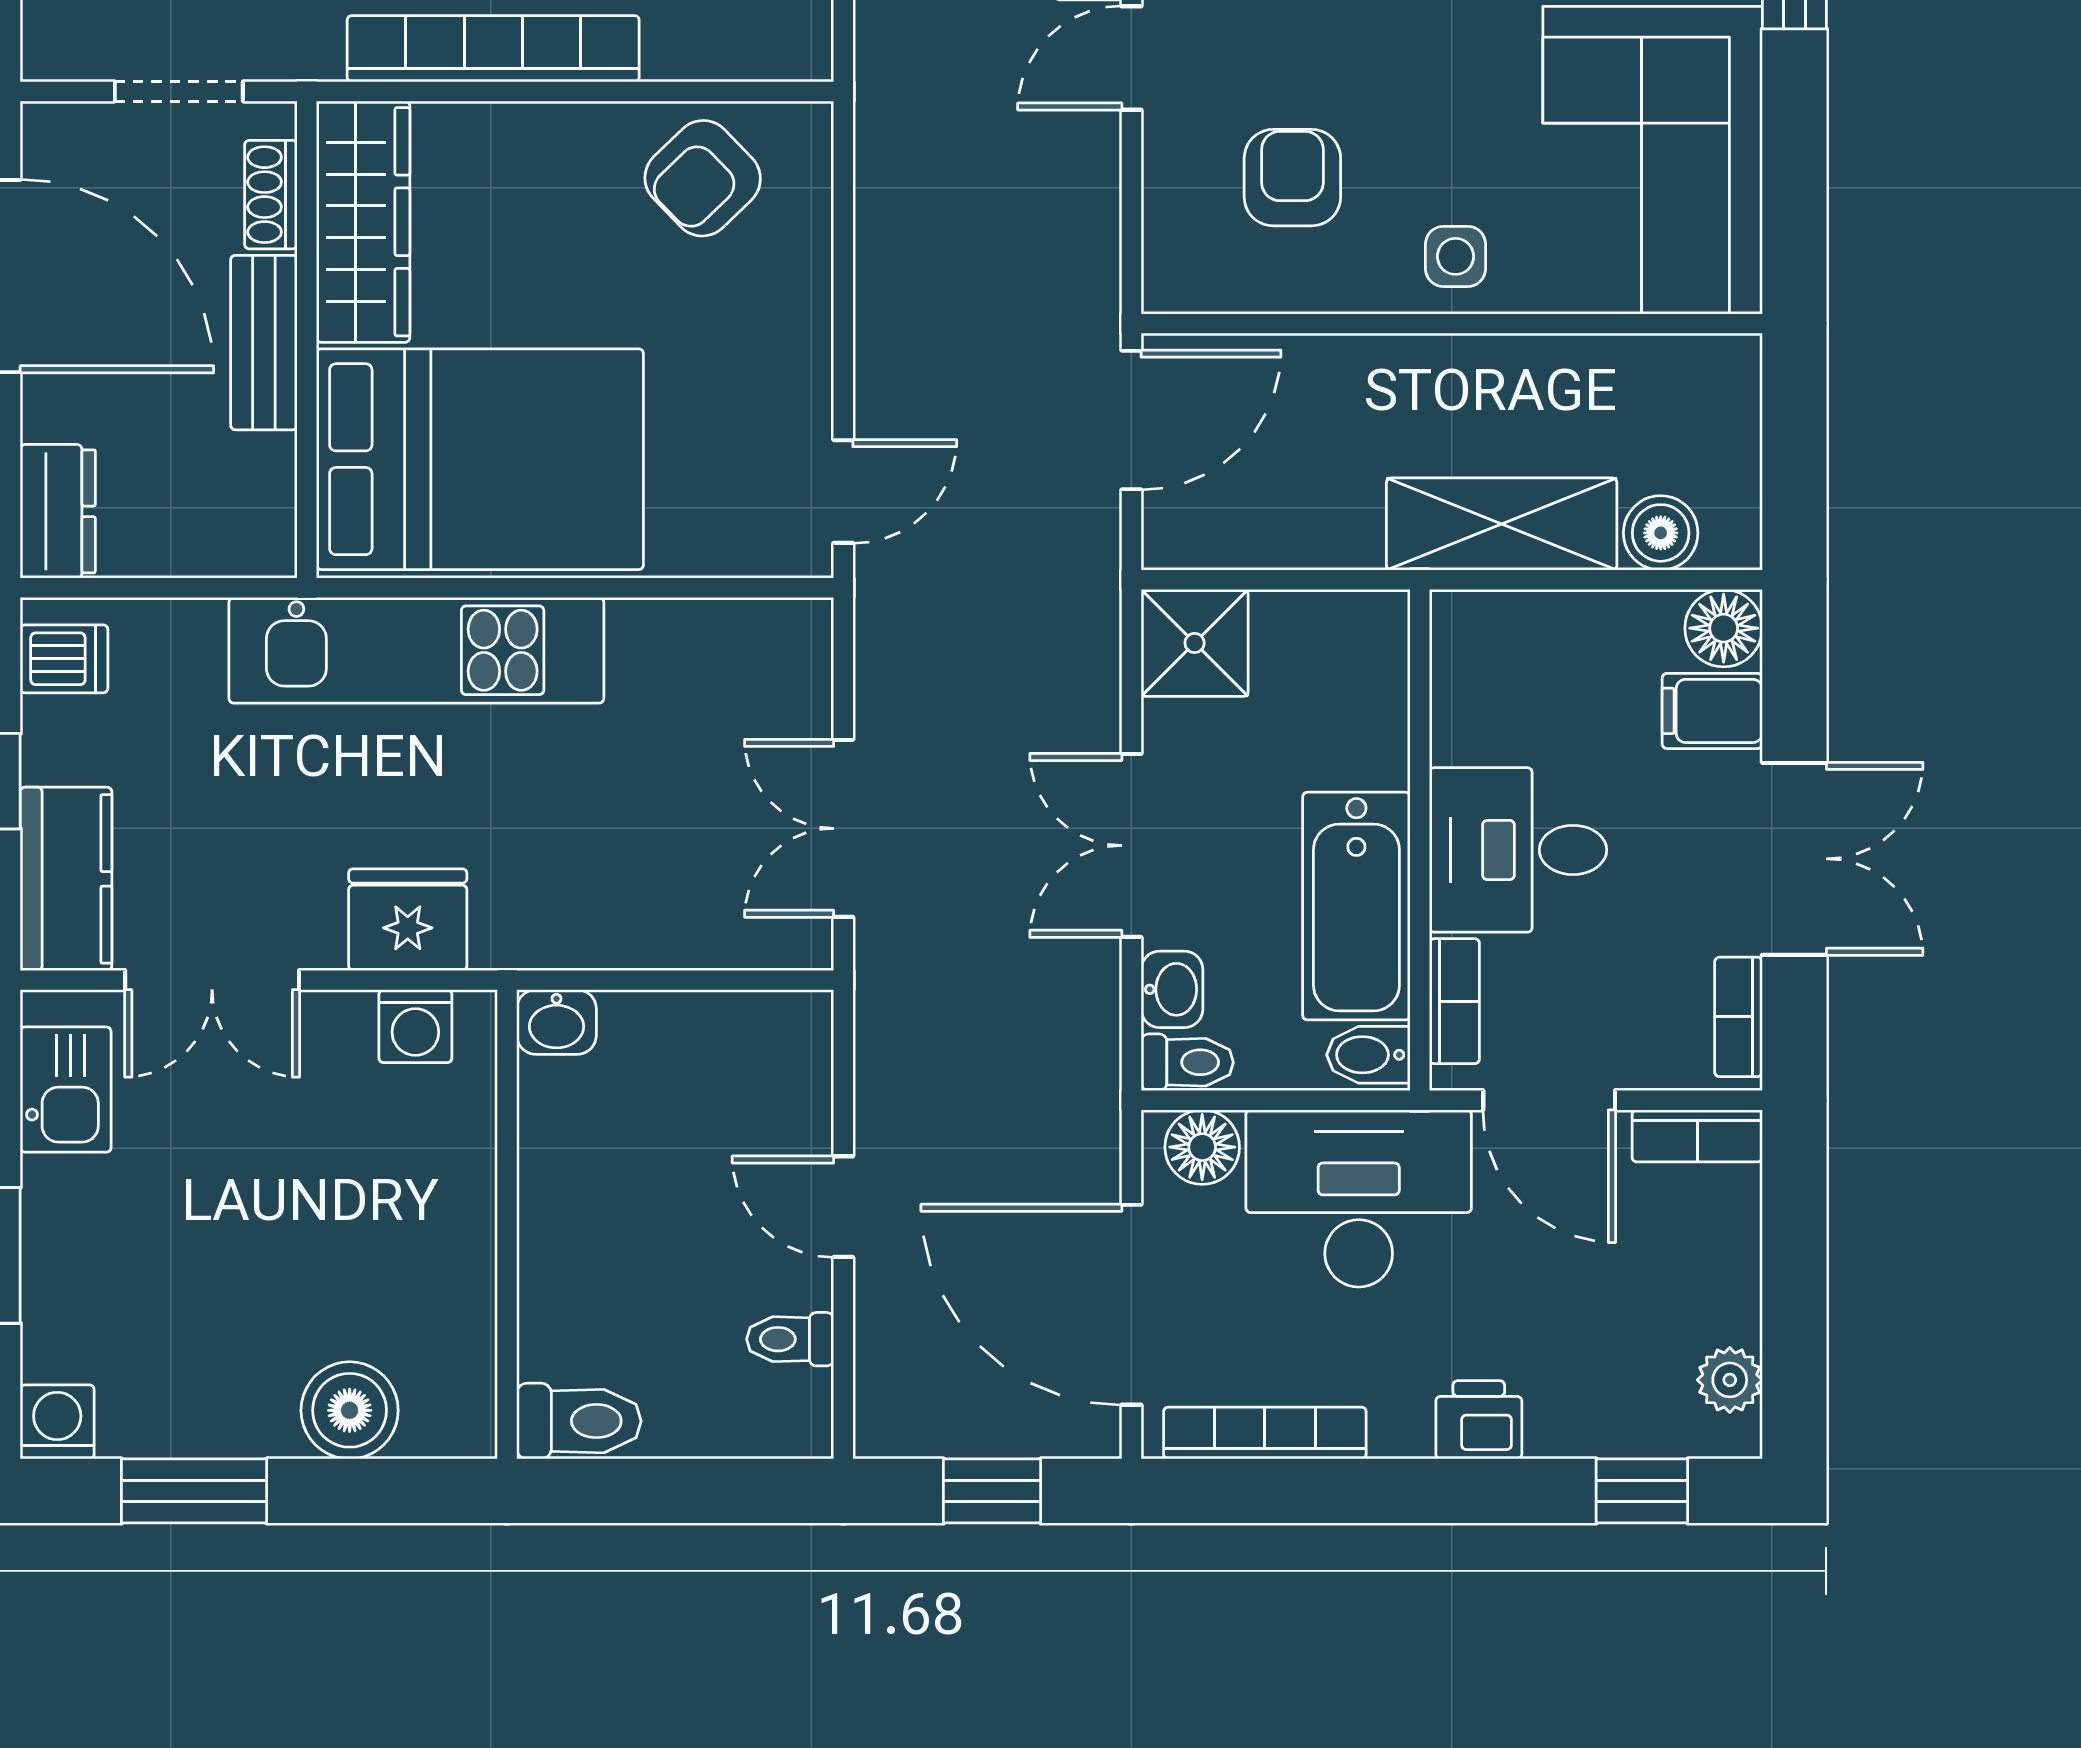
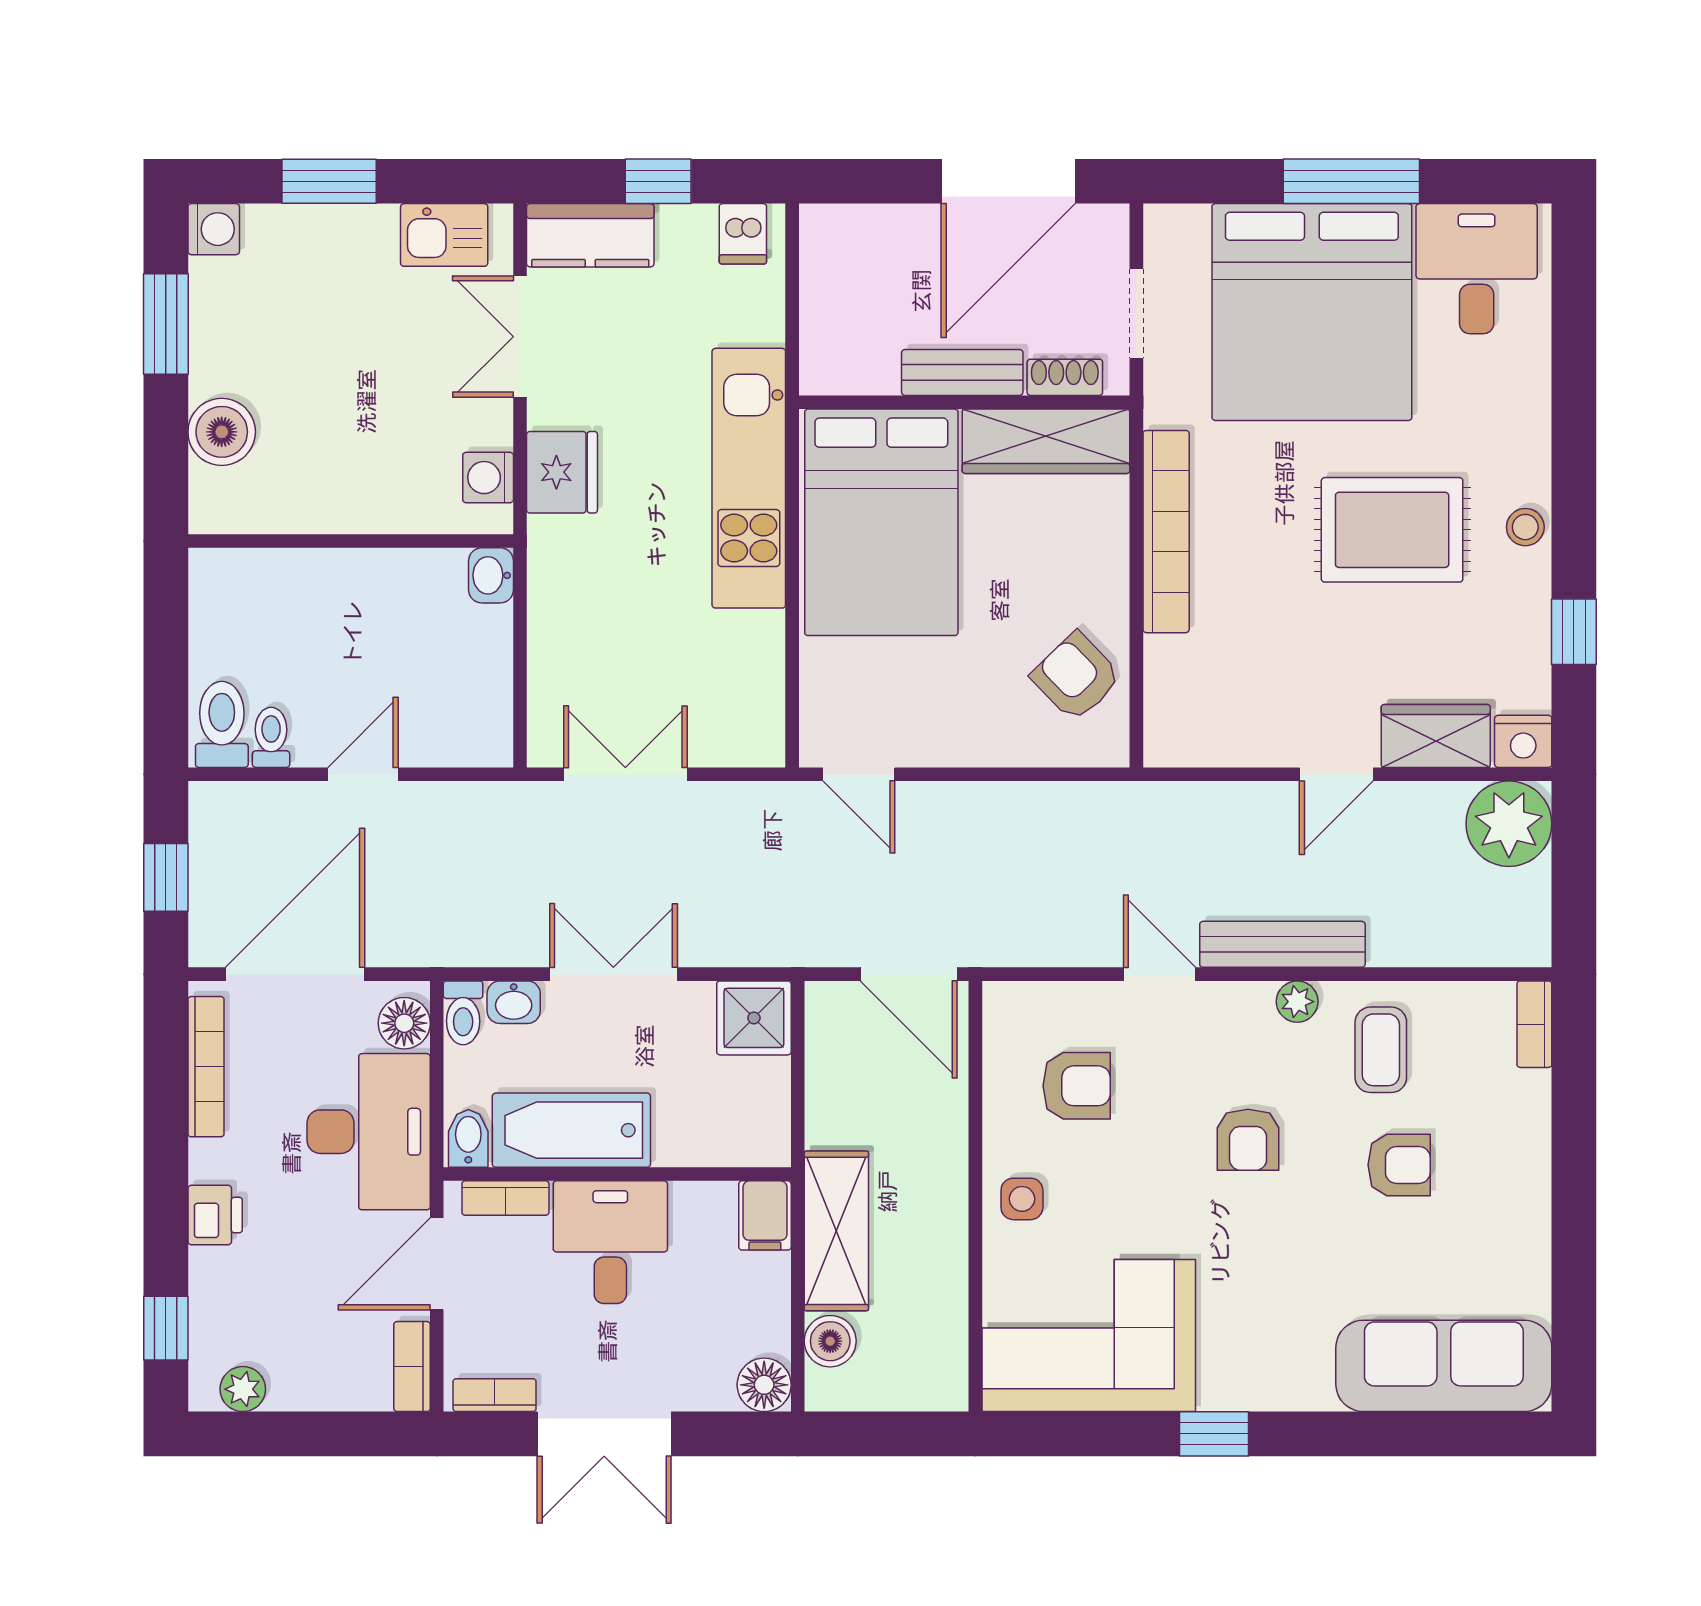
dresser: (58, 511) -> (845, 230), removed
filing cabinet: (1712, 711) -> (765, 1215), moved, turned 180
toilet: (579, 1421) -> (222, 724), moved, turned 180

